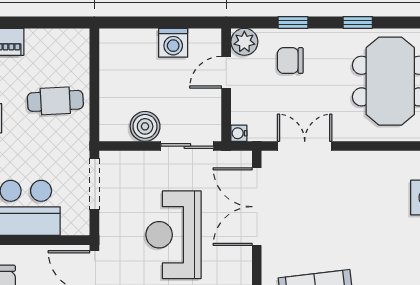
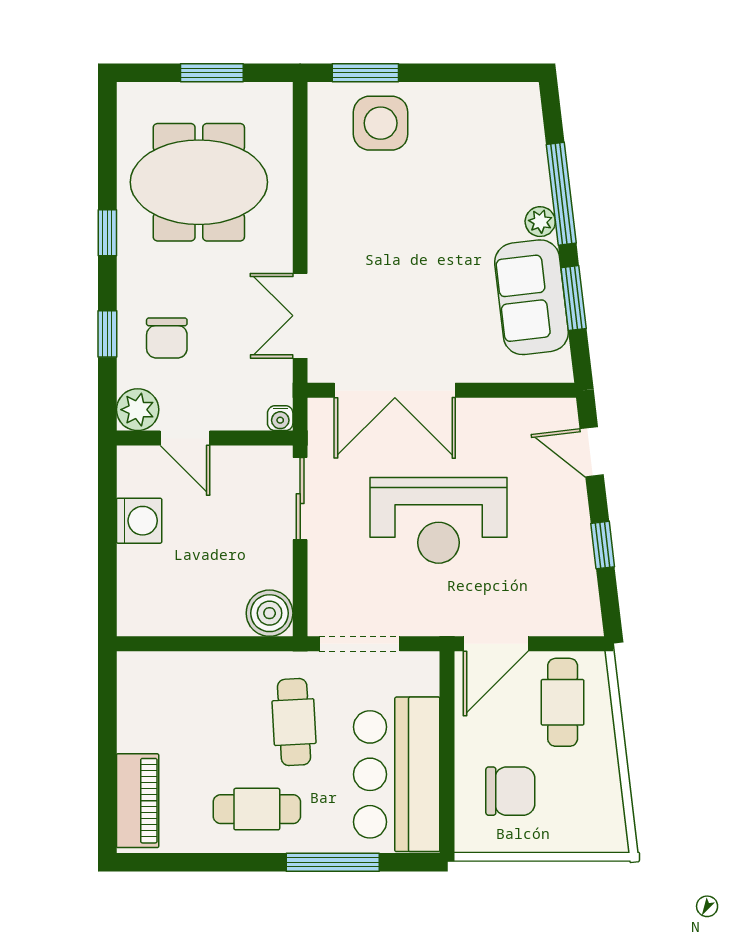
cafe table: (55, 101) -> (294, 722), moved
boiler: (145, 126) -> (270, 613), moved

